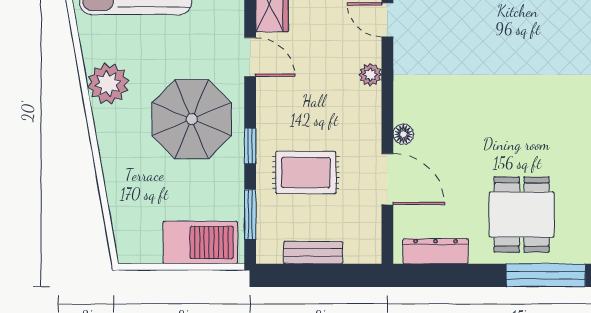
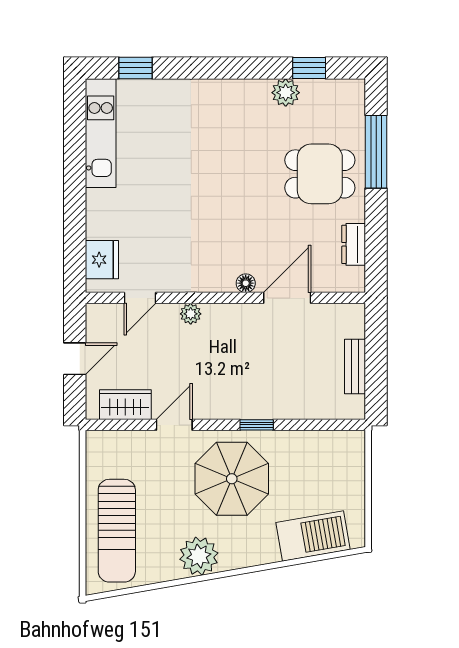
rug: (306, 173) -> (281, 373), removed
window: (250, 215) -> (320, 425), removed
barbecue: (200, 243) -> (313, 536), moved, turned 80
dresser: (436, 251) -> (354, 244), width x0.70

